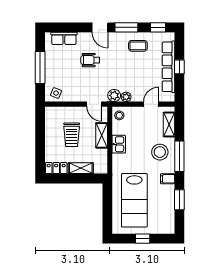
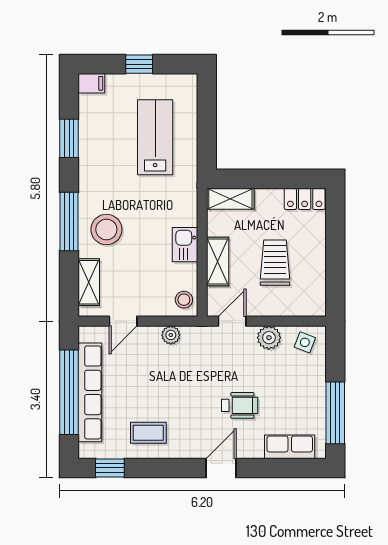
door: (100, 27) -> (221, 468), hinge flipped
window: (126, 27) -> (170, 468), removed
window: (179, 67) -> (69, 392), width x3.17
window: (40, 68) -> (335, 413), moved
plant: (114, 95) -> (269, 338), moved
door: (94, 104) -> (232, 321), hinge flipped
shelving: (81, 168) -> (230, 199), moved
filing cabinet: (168, 179) -> (91, 83), moved
lab bench: (134, 200) -> (155, 137), width x0.73, depth x0.72

